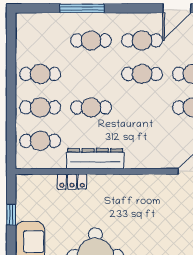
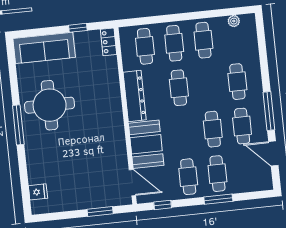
window: (82, 8) -> (269, 111), moved
plant: (22, 37) -> (234, 21), added
booth: (151, 151) -> (146, 144), added
locker: (72, 182) -> (109, 42), moved

